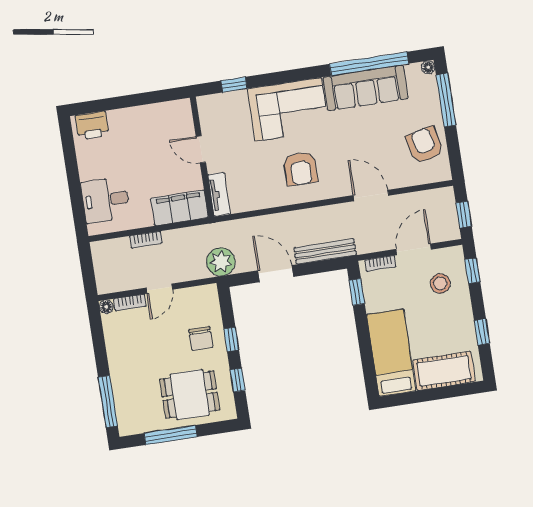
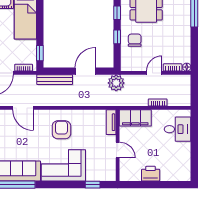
printer: (92, 125) -> (151, 174), moved
door: (276, 274) -> (85, 71), swing flipped

